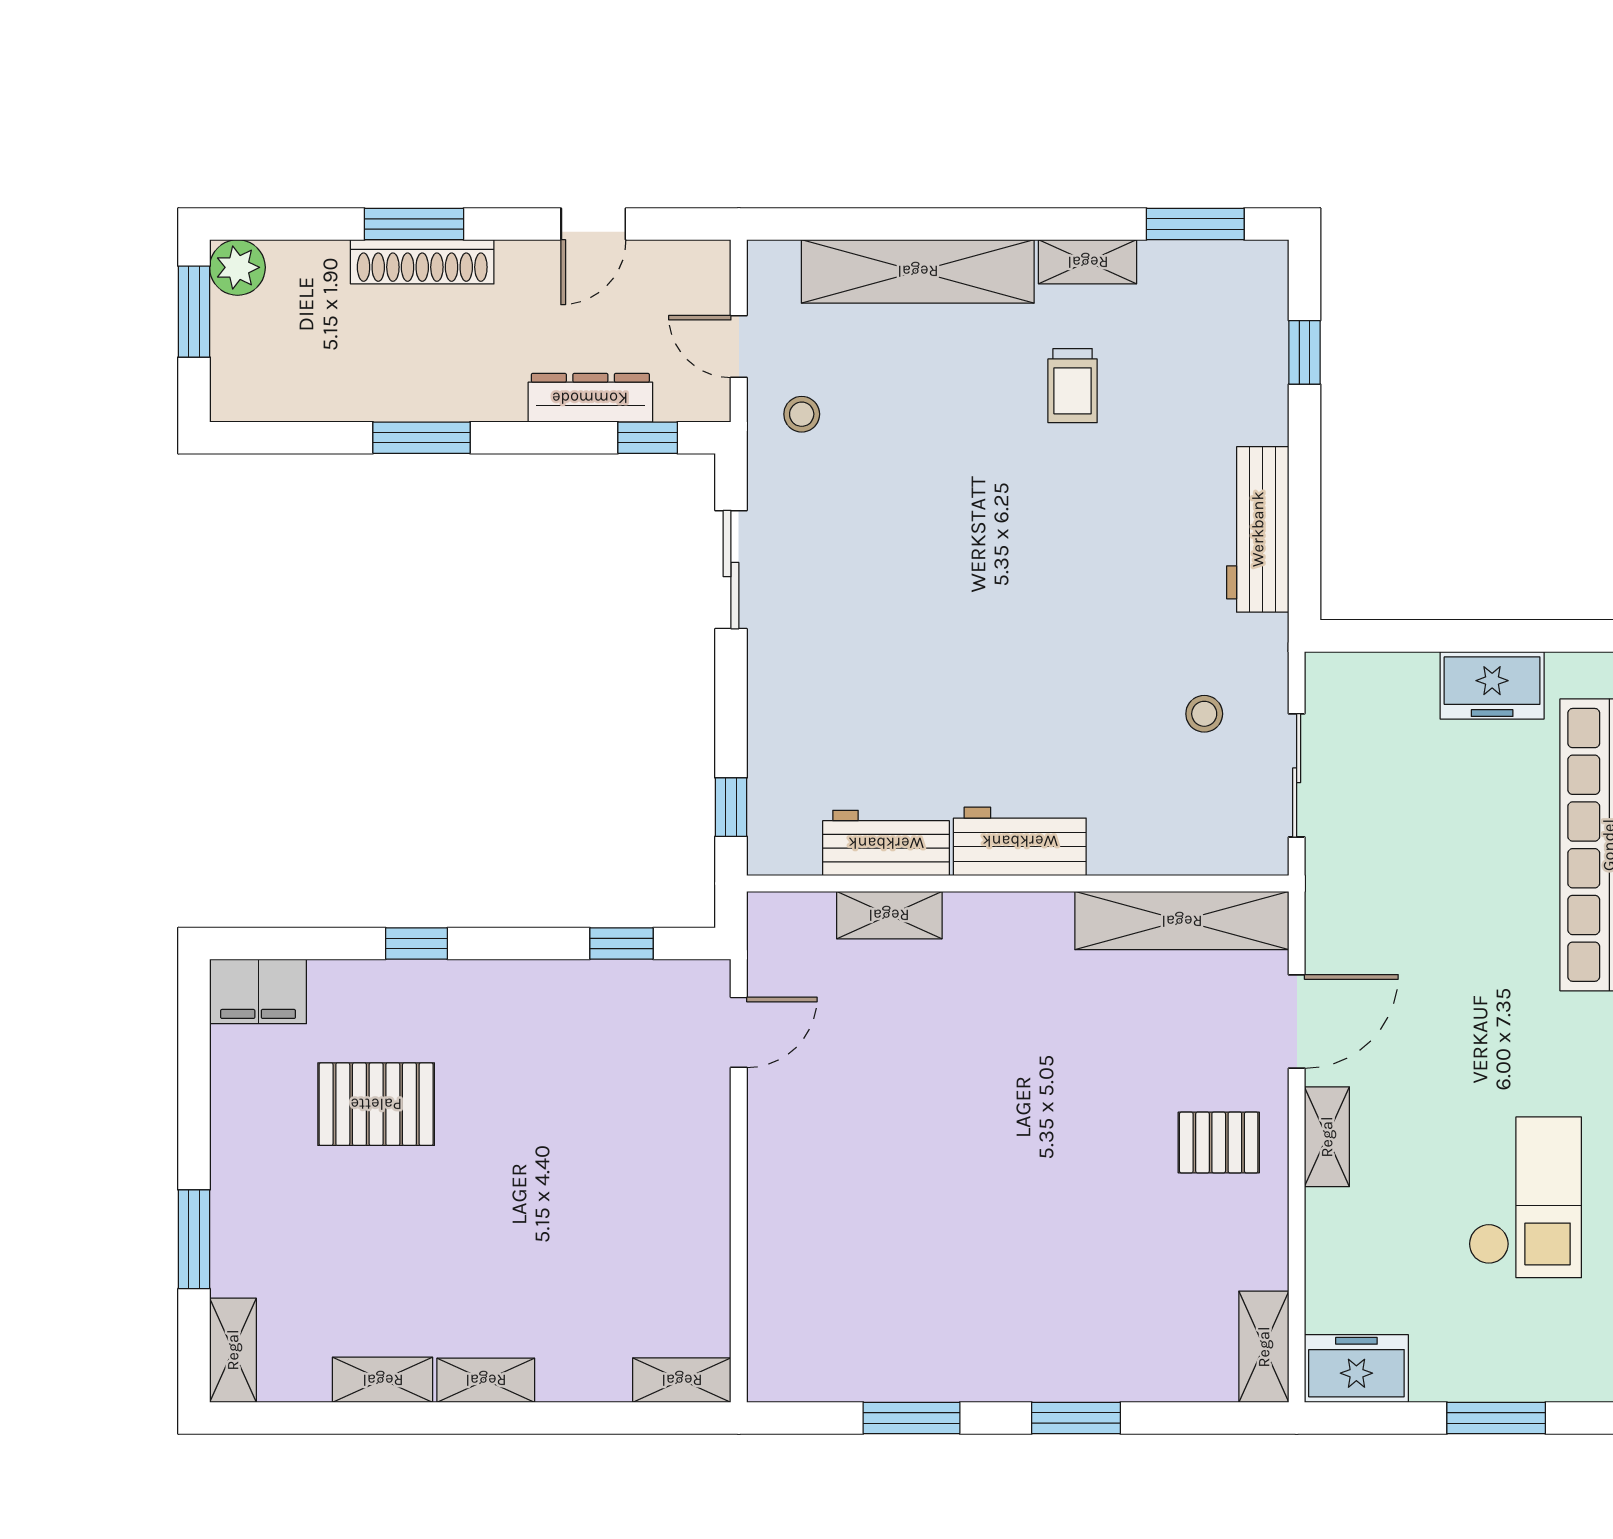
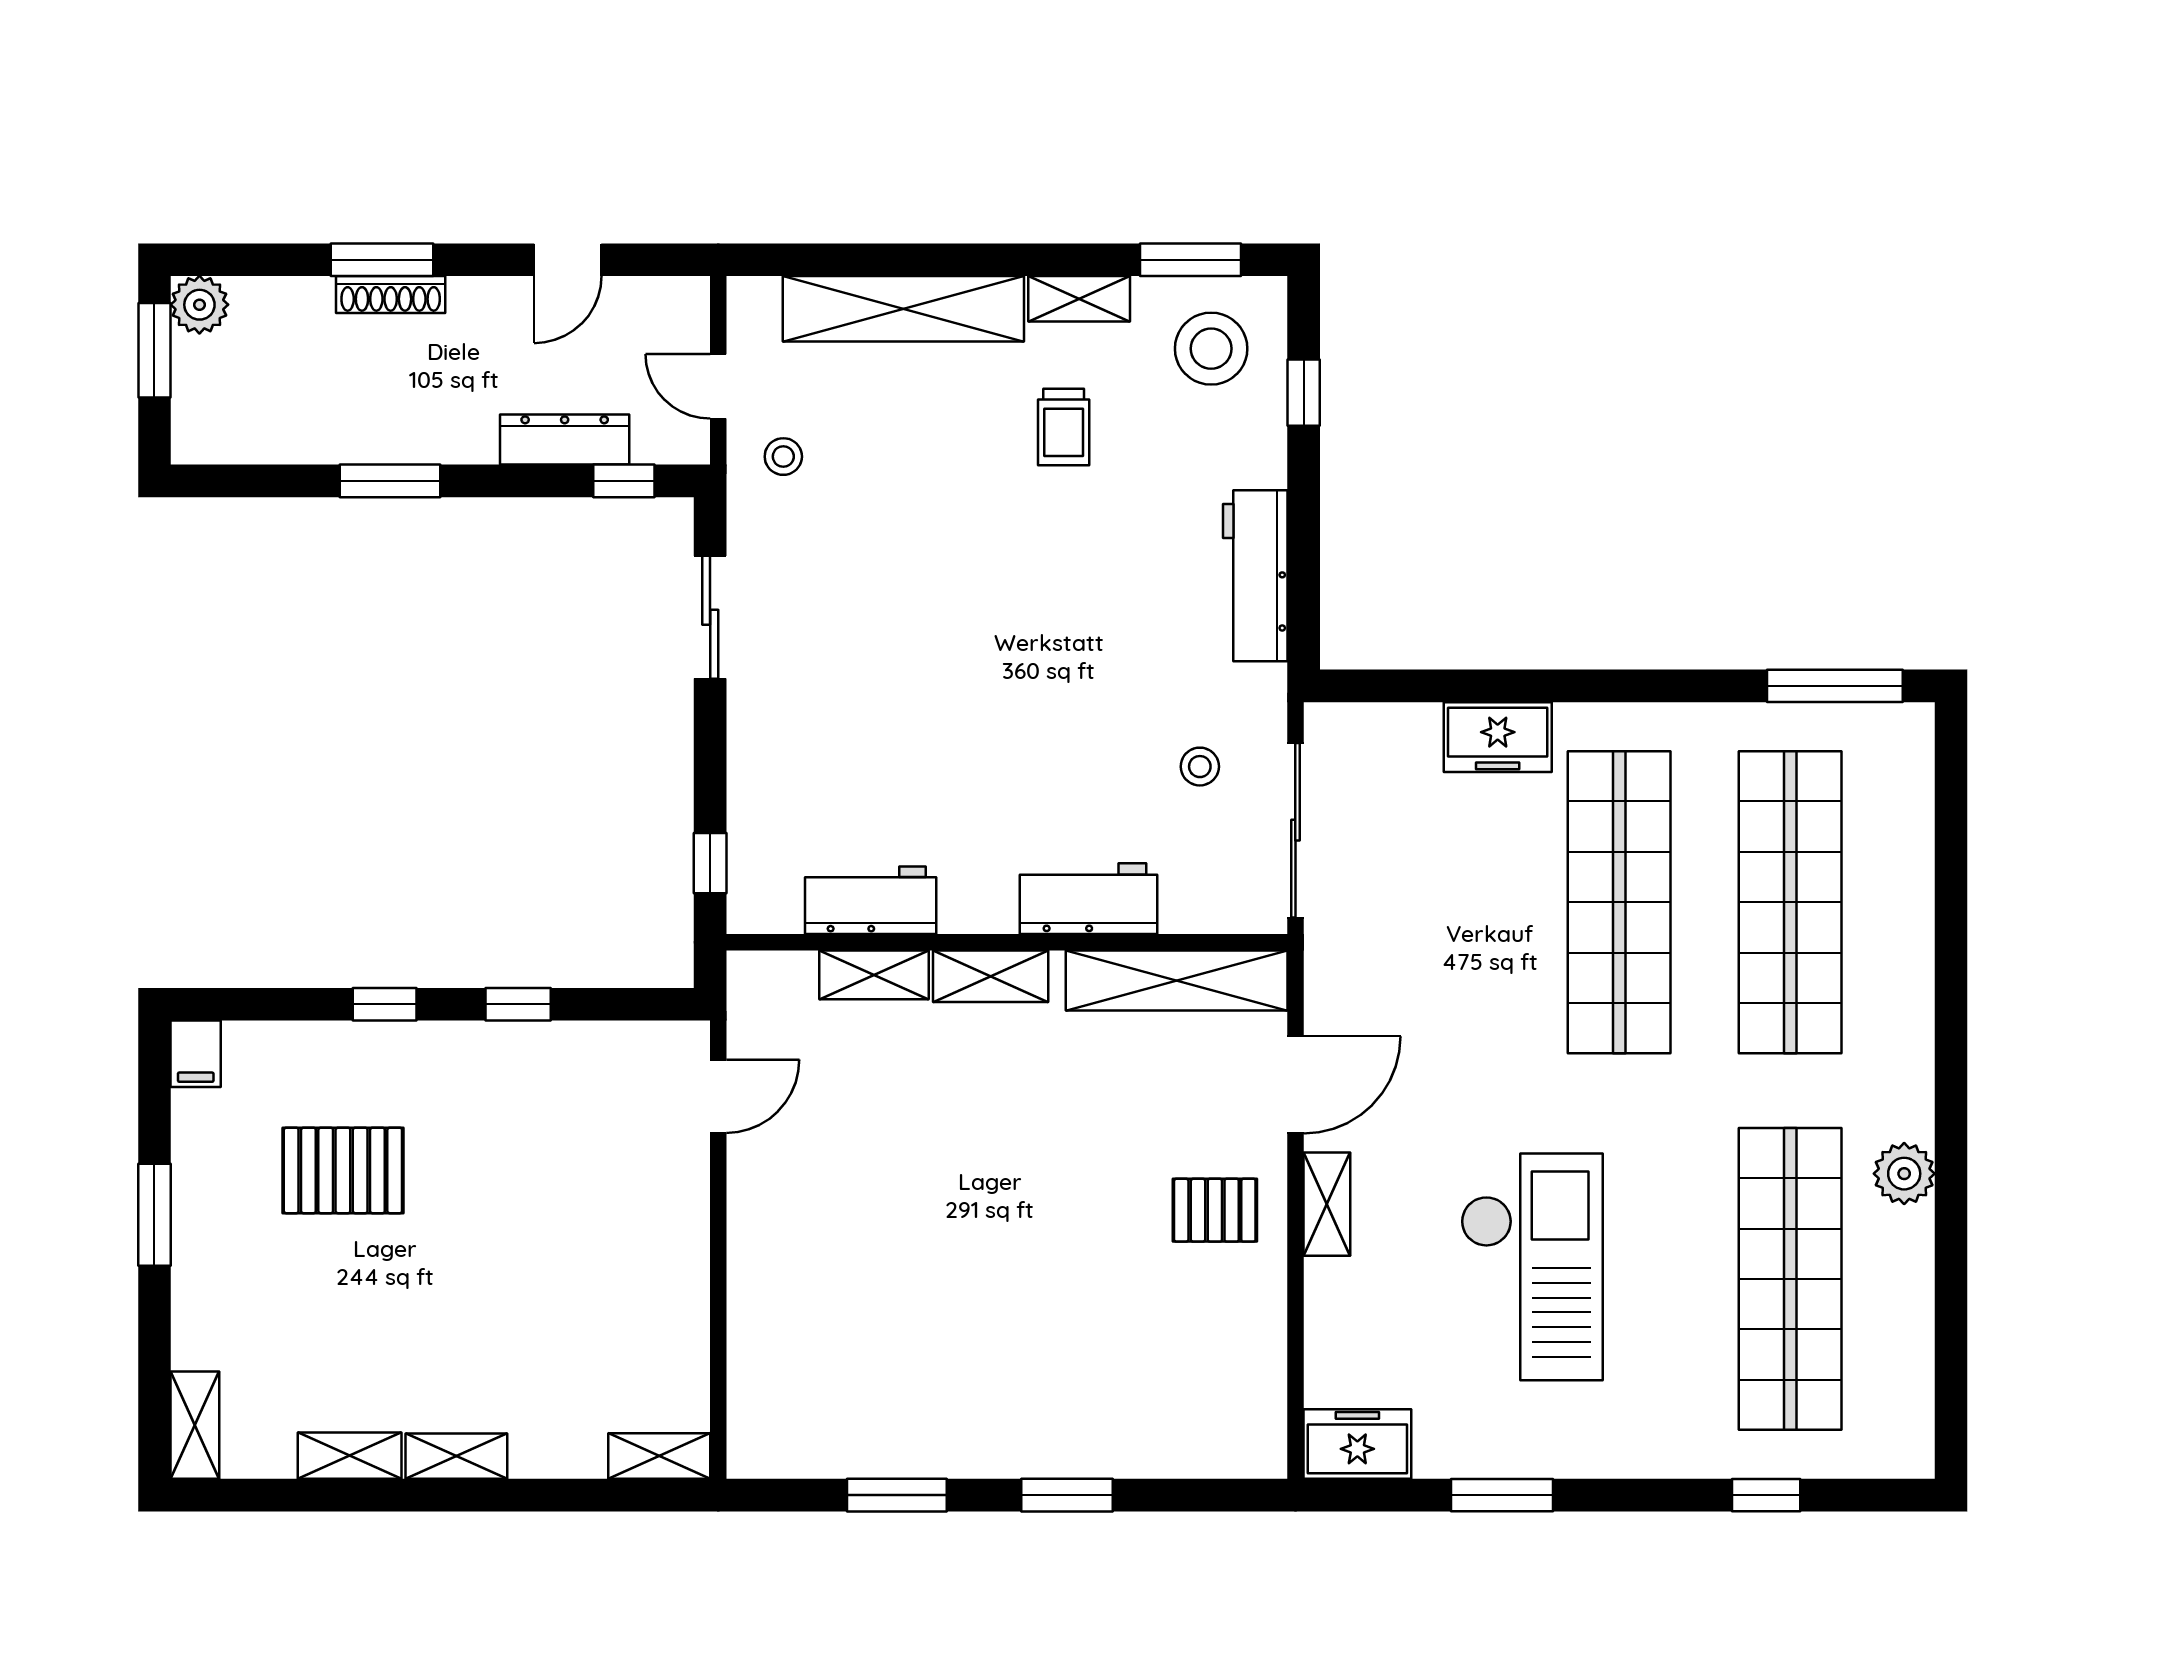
shoe rack: (422, 262) -> (391, 294), width x0.74, depth x0.81
stool: (1215, 310) -> (1211, 349), added
sliding door: (1297, 775) -> (1295, 830), width x1.37
workbench: (1020, 841) -> (1088, 899), moved
window: (621, 943) -> (518, 1004), moved
filing cabinet: (258, 991) -> (196, 1054), width x0.50
checkout: (1525, 1197) -> (1532, 1267), width x1.36, depth x1.21
window: (194, 1239) -> (154, 1215), moved
shelving: (1264, 1347) -> (991, 976), moved, turned 90

